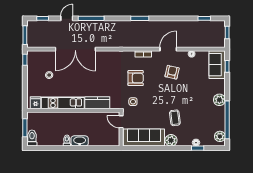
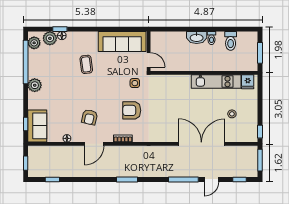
kitchen counter: (97, 103) -> (176, 82), removed
toilet: (32, 138) -> (231, 41), moved
plant: (171, 140) -> (50, 38), moved

